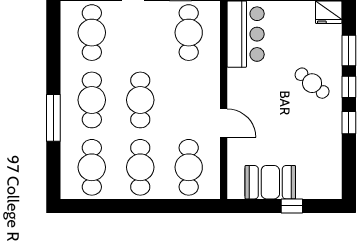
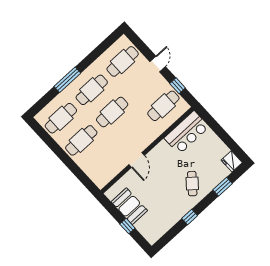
window: (349, 87) -> (206, 202), removed
cafe table: (189, 167) -> (102, 163), removed

